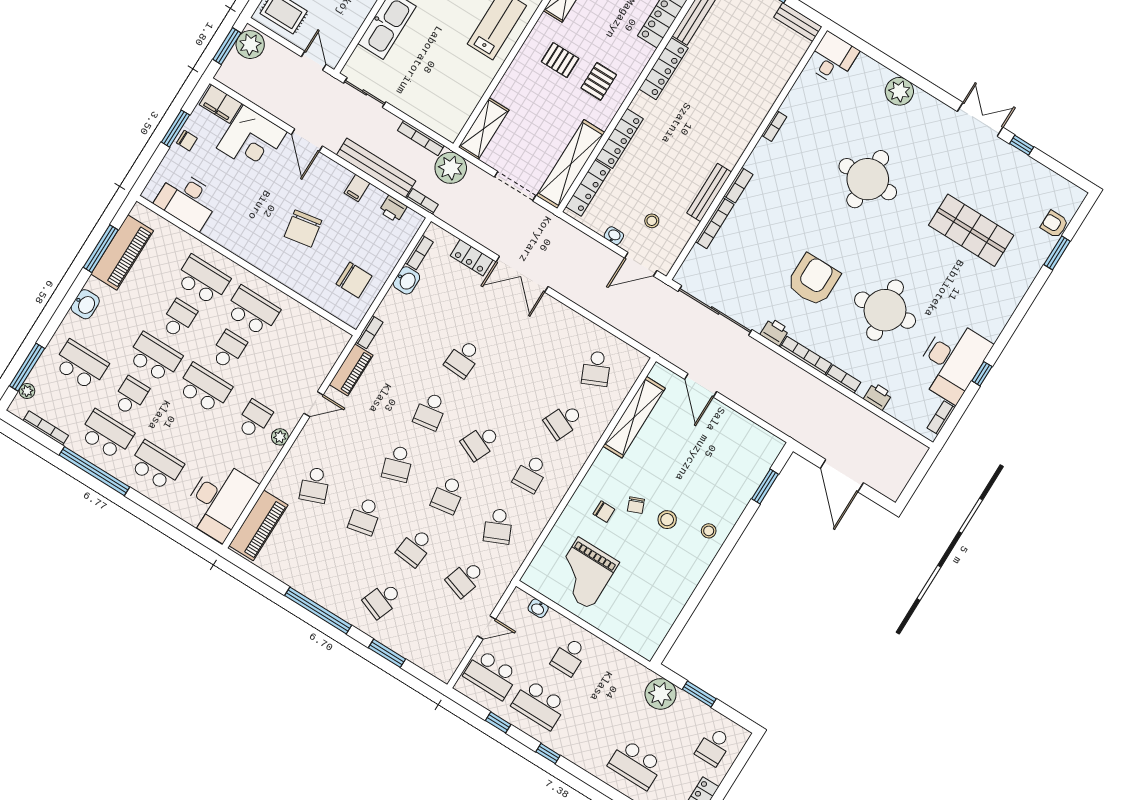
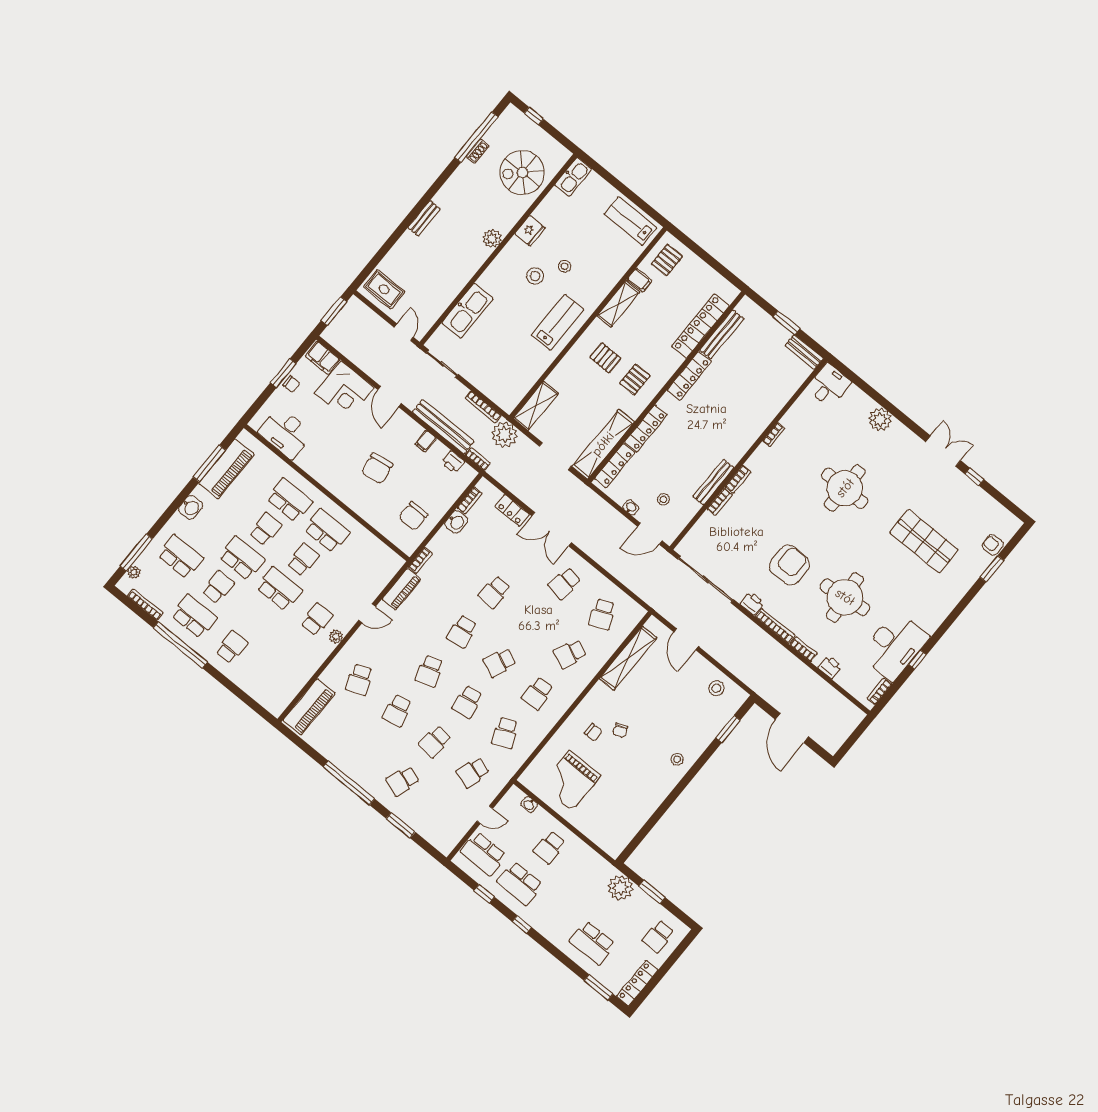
plant: (250, 45) -> (353, 312), removed
bookcase: (715, 223) -> (720, 502), width x0.64
chair: (354, 280) -> (413, 516), turned 90
school desk: (546, 337) -> (564, 583), added
school desk: (156, 466) -> (232, 647), width x0.54
desk: (219, 500) -> (279, 682), removed
stool: (667, 520) -> (716, 688), moved

